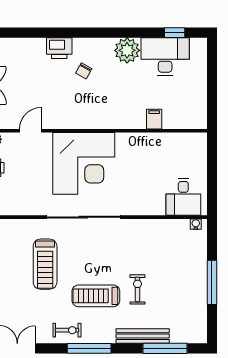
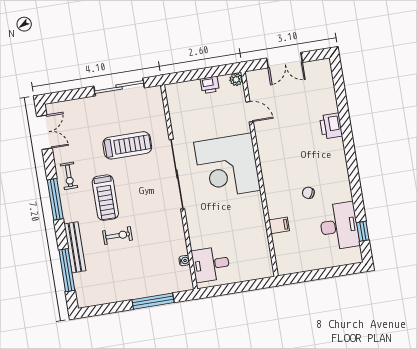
plant: (127, 50) -> (339, 190), removed
chair: (84, 71) -> (308, 193), moved
water cooler: (196, 224) -> (184, 261), moved
treadmill: (45, 264) -> (127, 145), turned 180
window: (212, 282) -> (153, 301), moved
treadmill: (96, 296) -> (105, 198), turned 180

